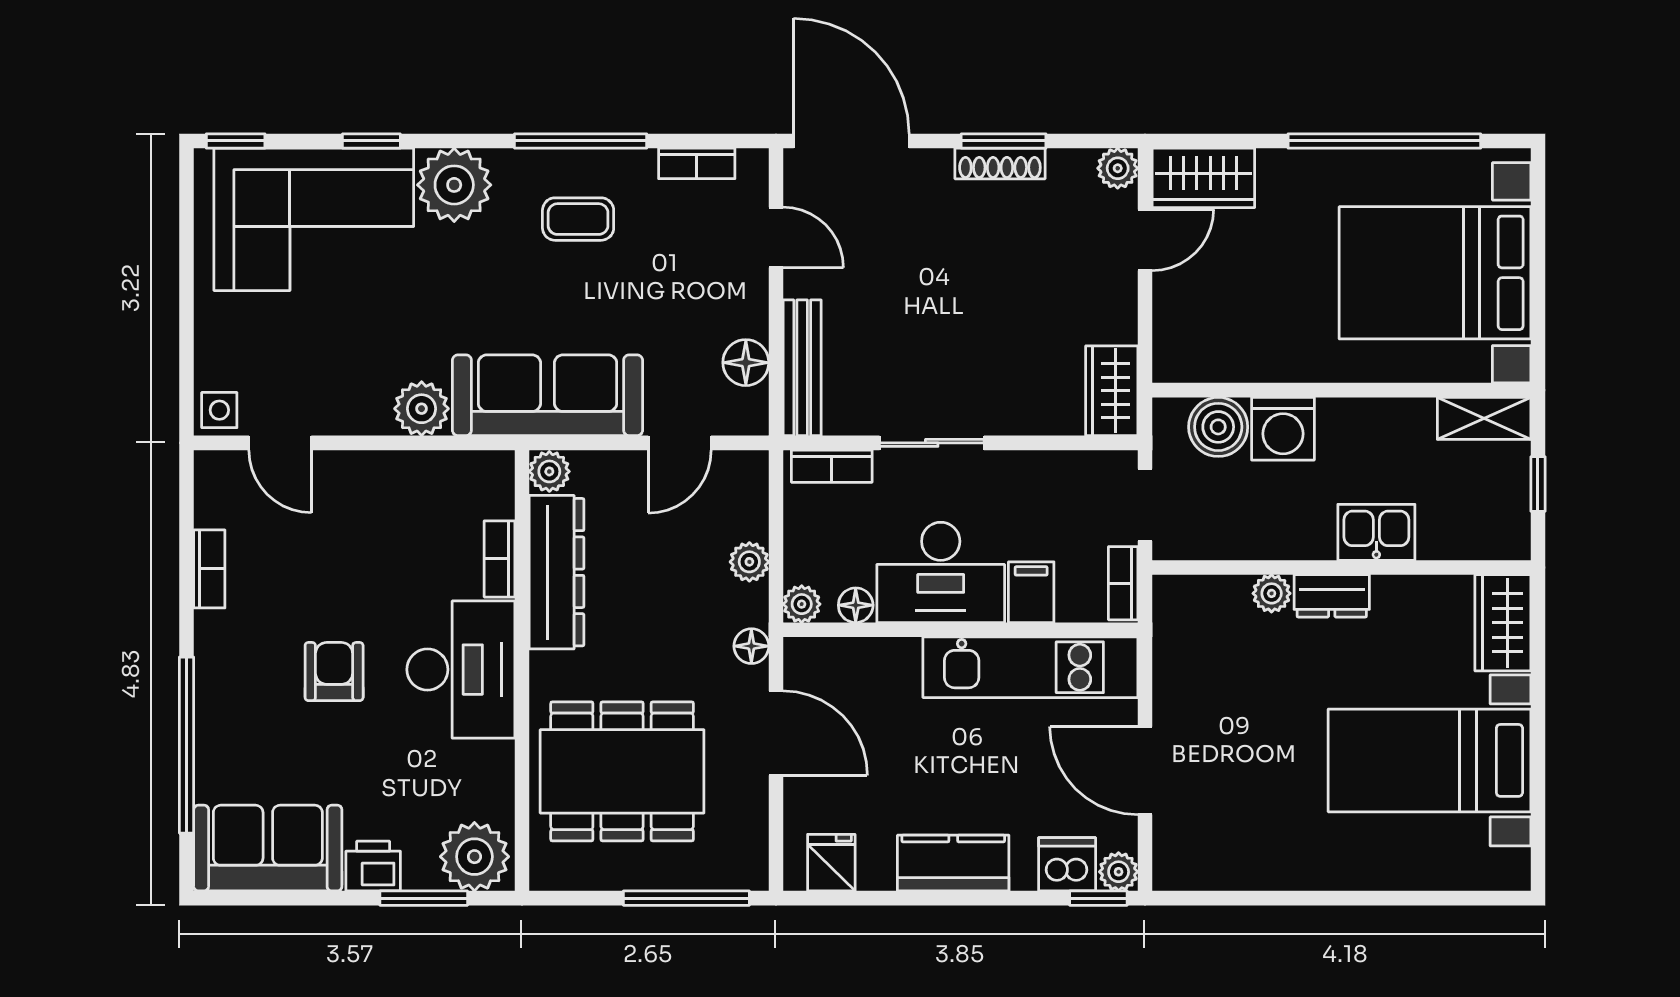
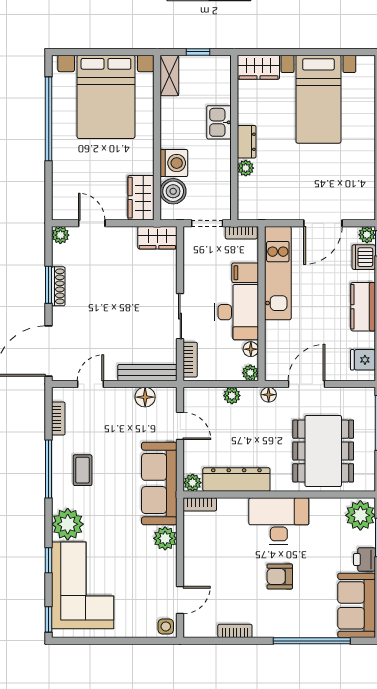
wardrobe: (1203, 178) -> (141, 198), moved, turned 180
bookcase: (500, 559) -> (200, 504), moved

